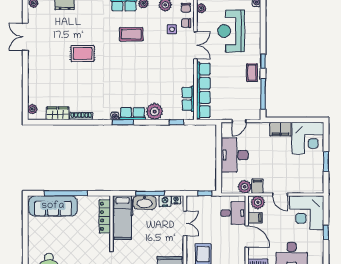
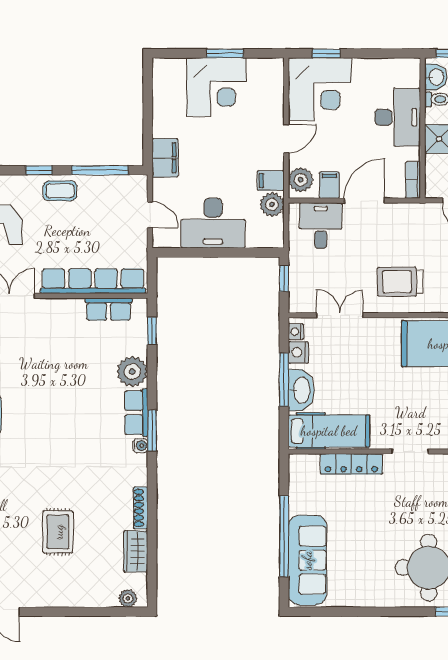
rug: (83, 53) -> (58, 532), moved
filing cabinet: (280, 129) -> (165, 158), moved
corner desk: (308, 138) -> (216, 87), moved, turned 90
locker: (105, 216) -> (351, 464), moved
window: (326, 233) -> (326, 53), moved

